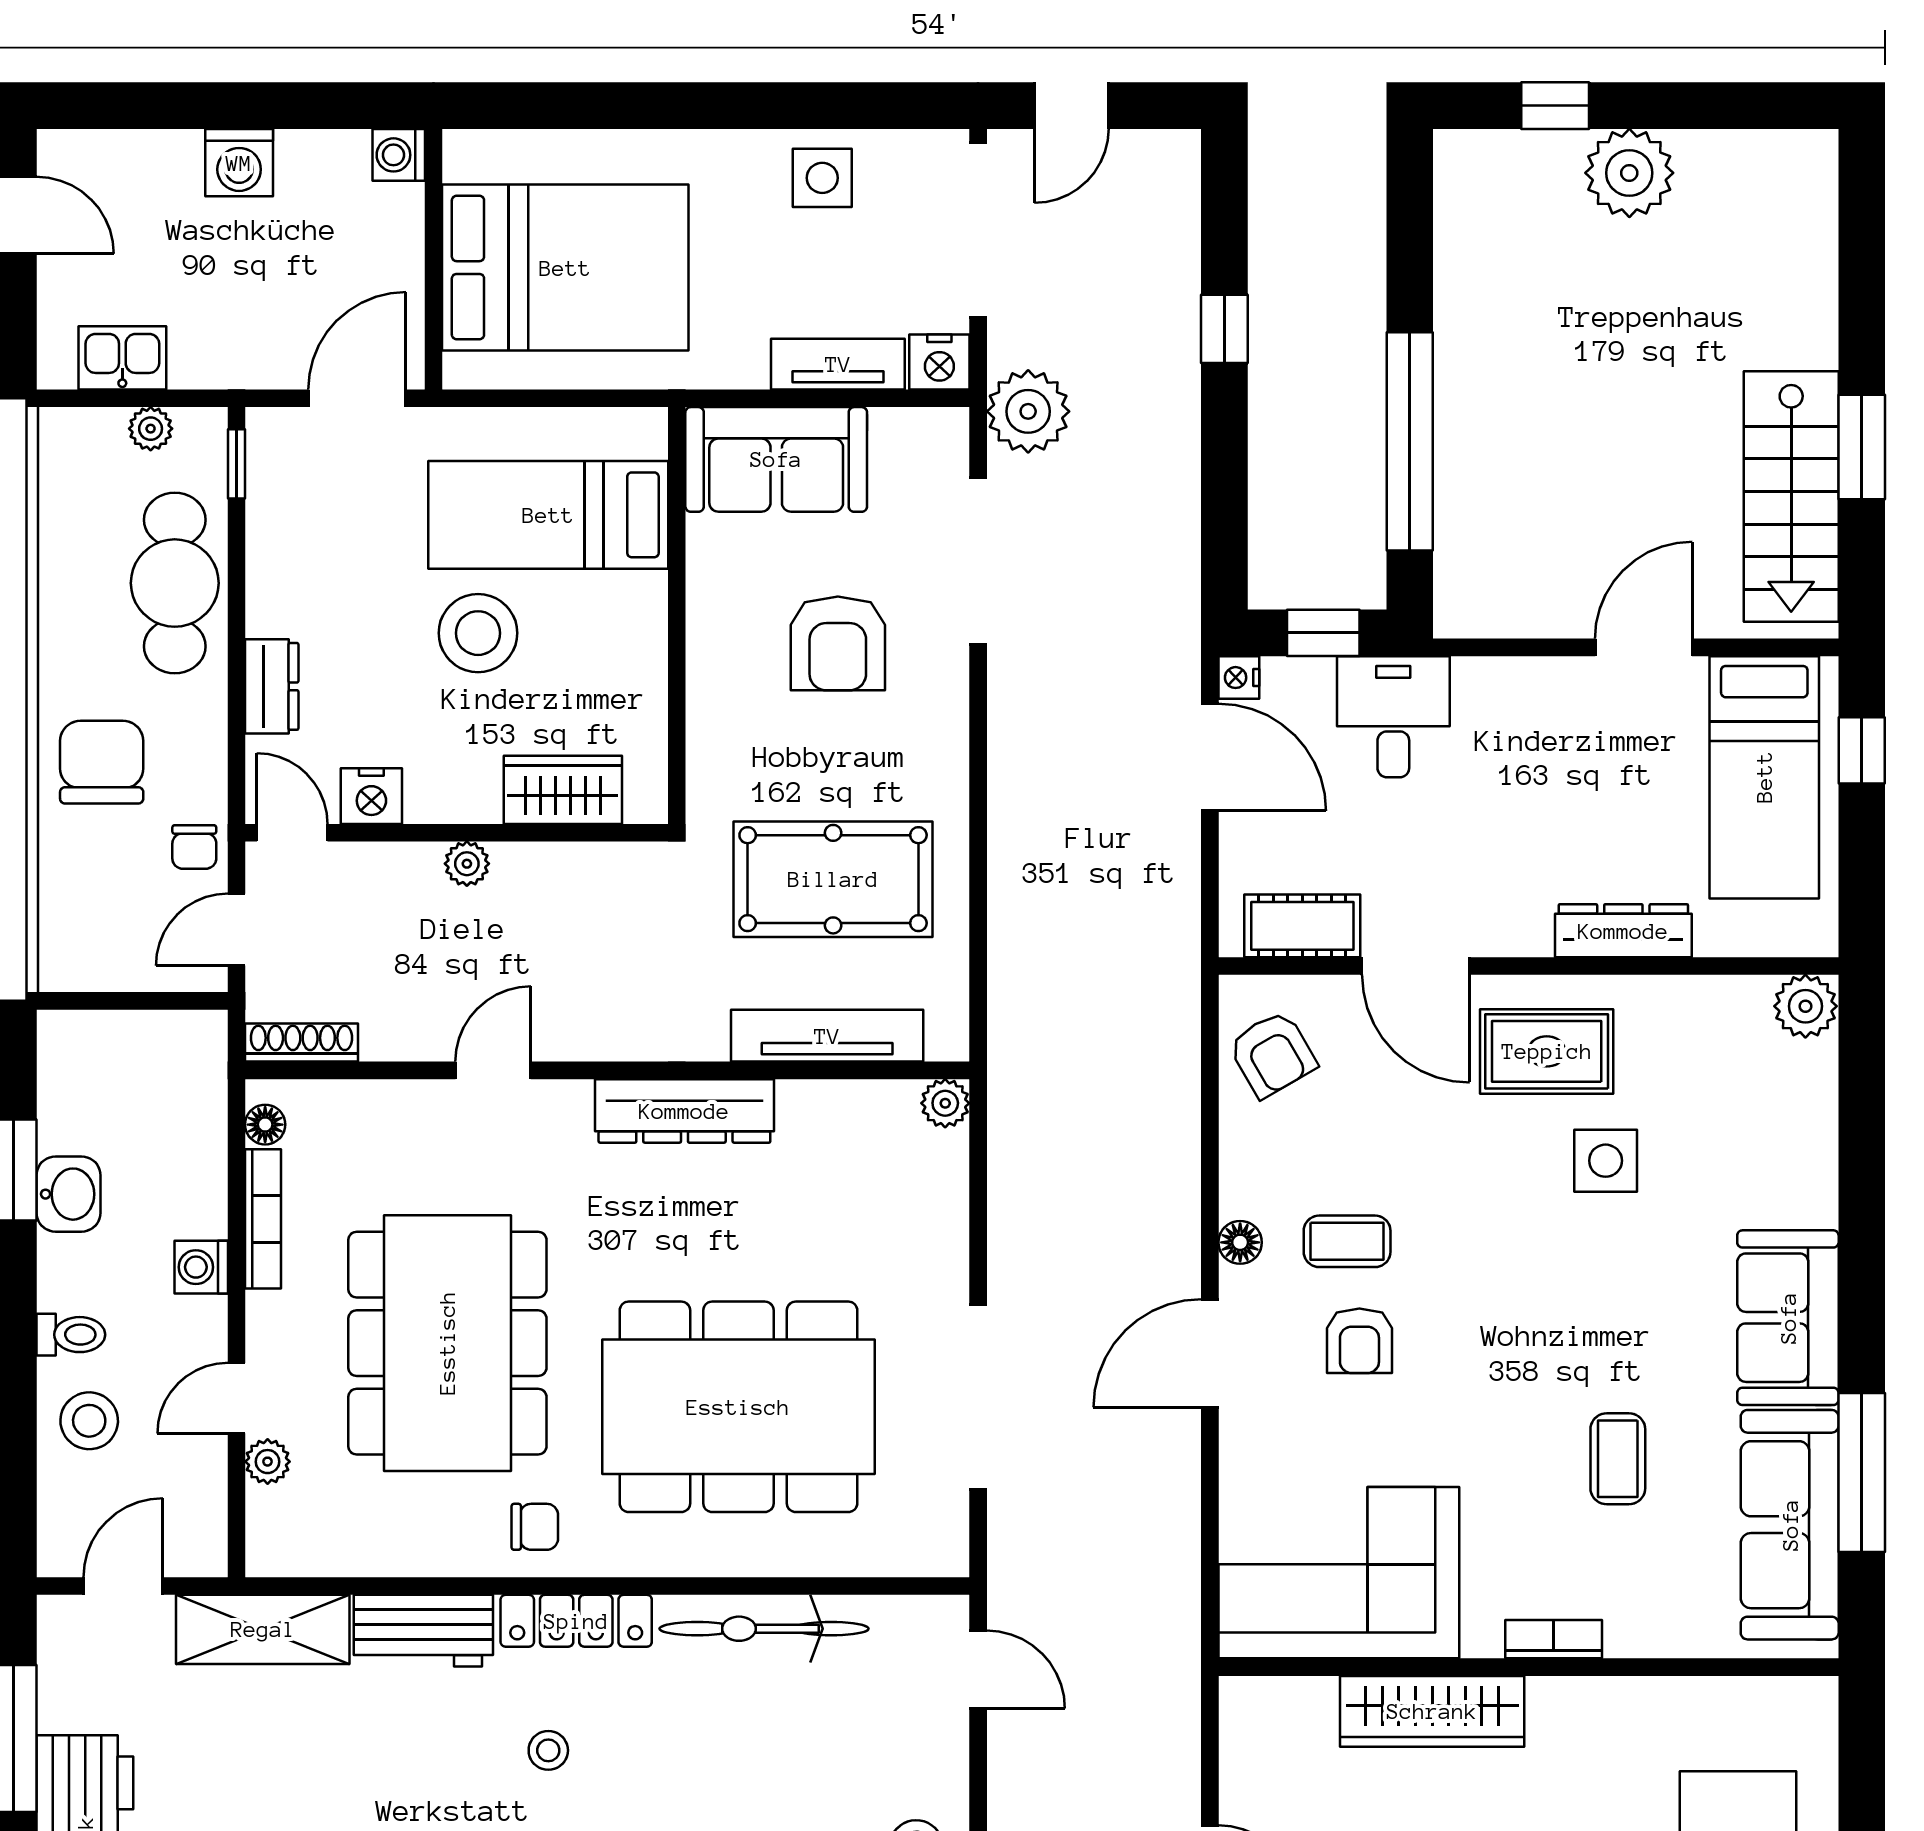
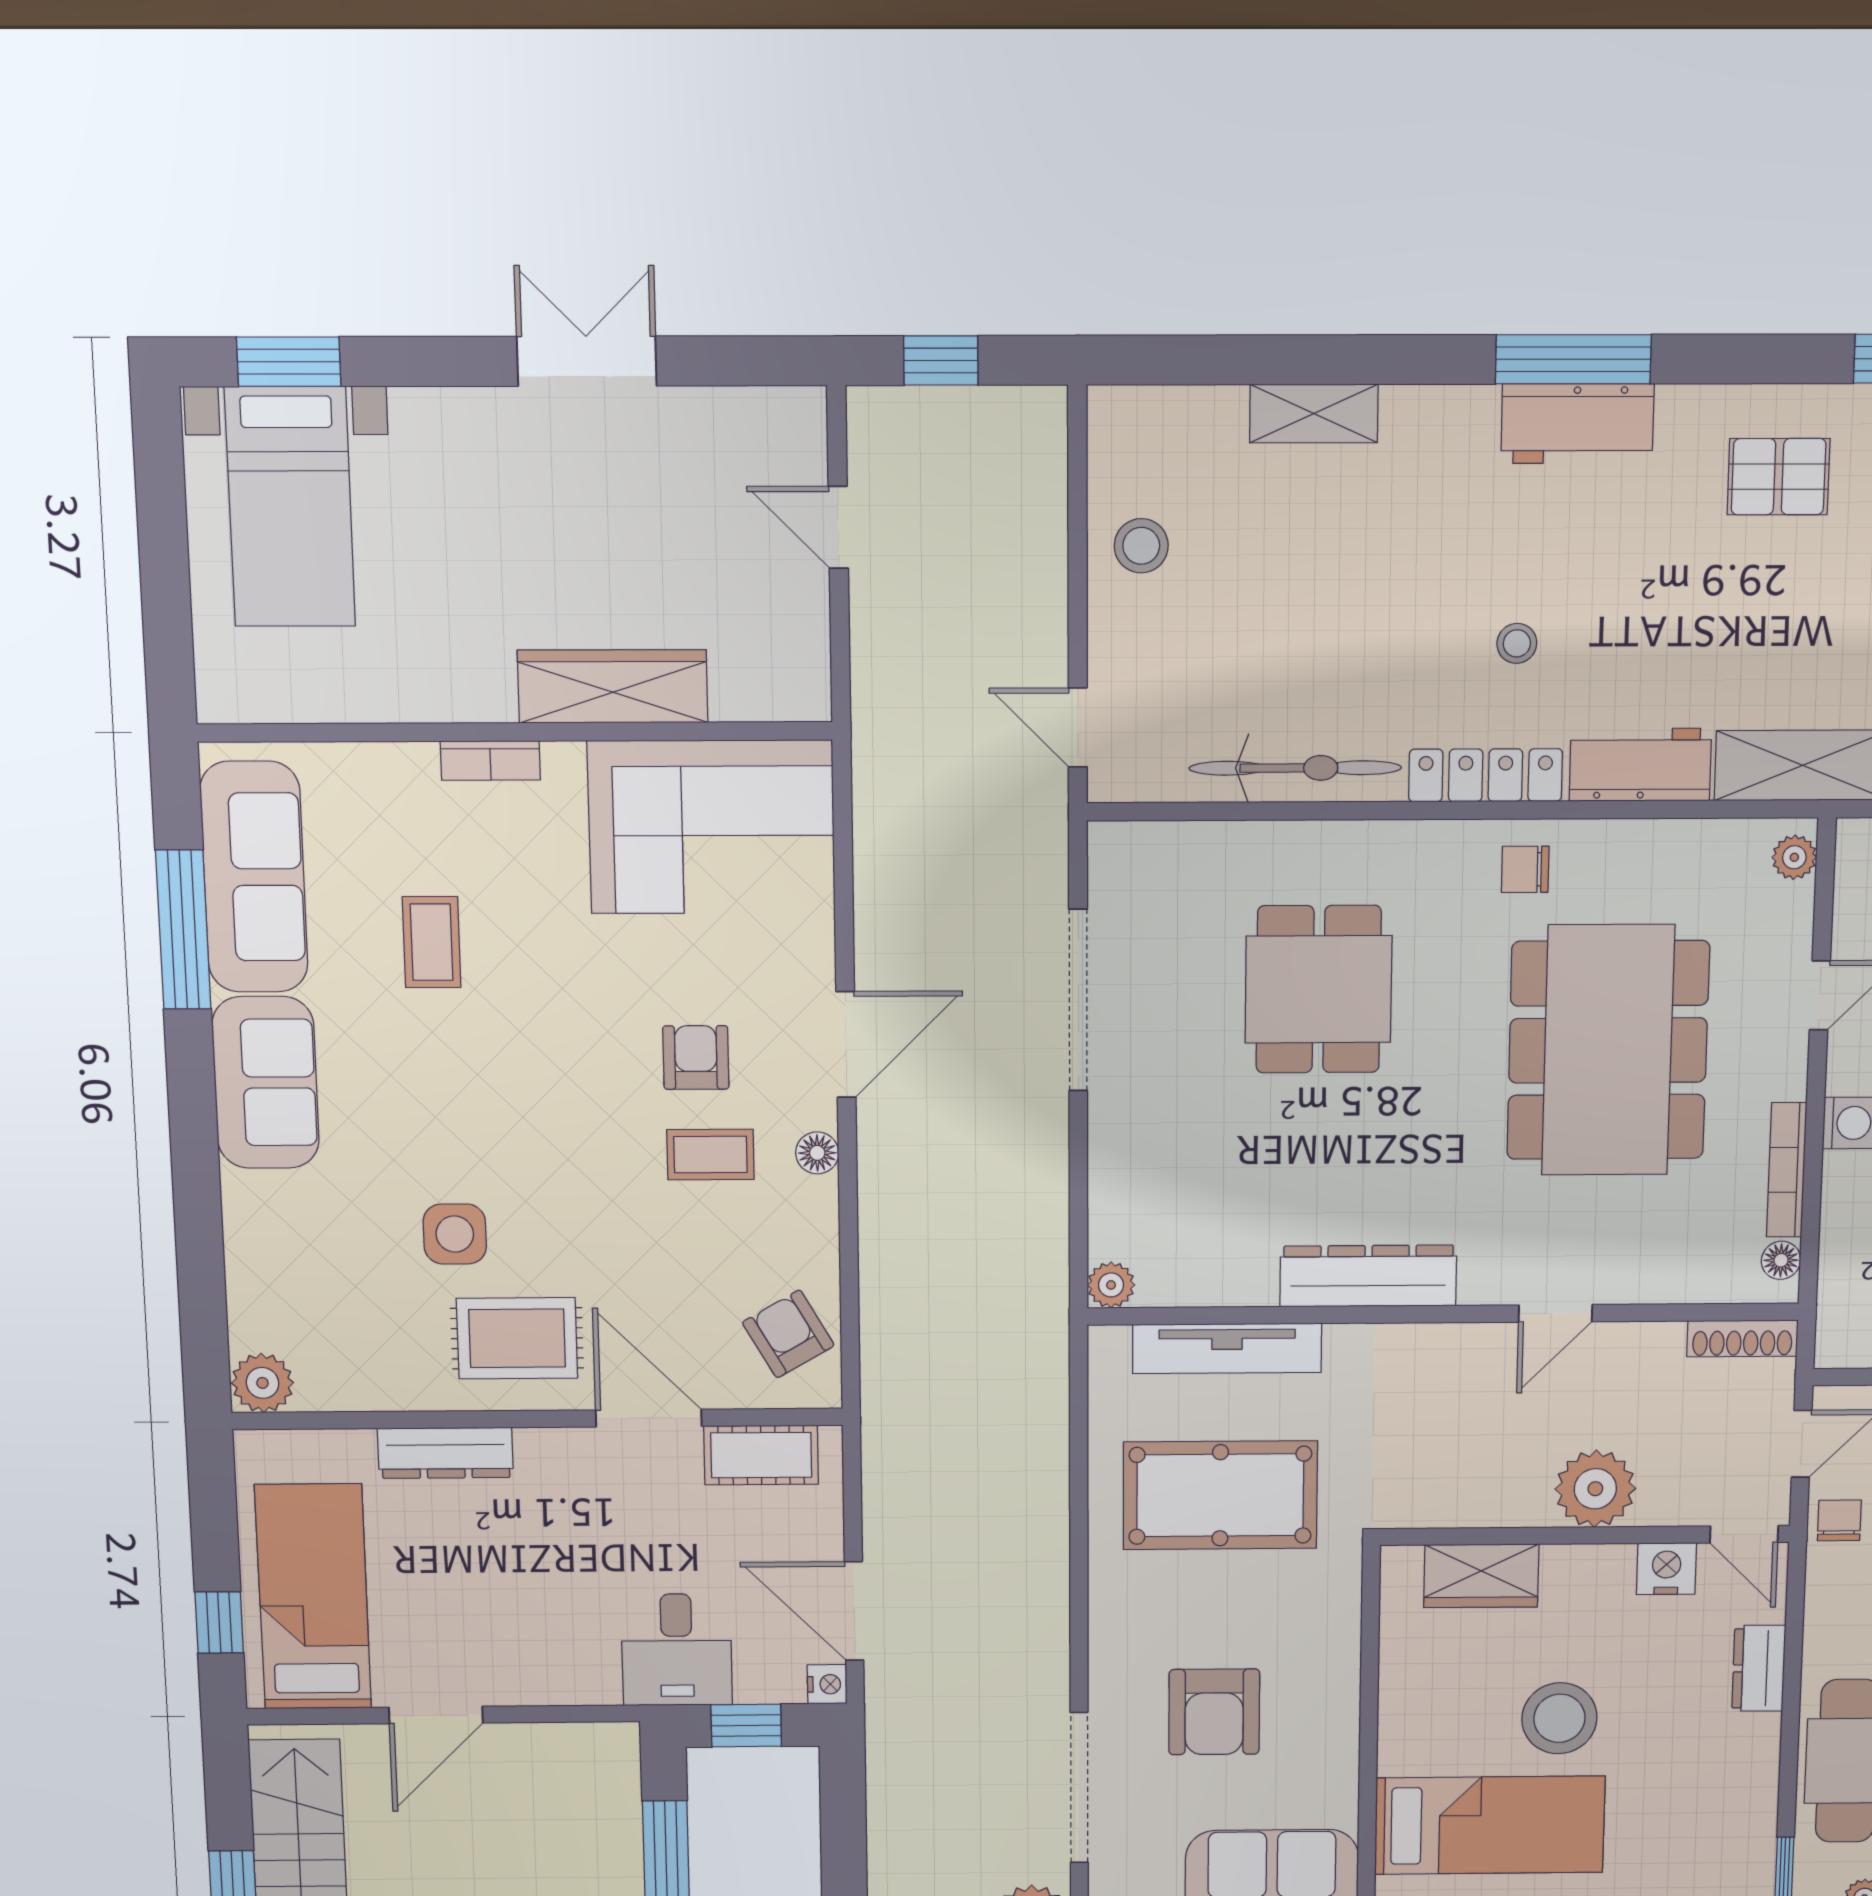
armchair: (838, 643) -> (1214, 1712), turned 180
plant: (467, 864) -> (1595, 1489), width x1.87, depth x1.87
dining table: (738, 1407) -> (1318, 989), width x0.53, depth x0.80
plant: (268, 1462) -> (1794, 857), moved

